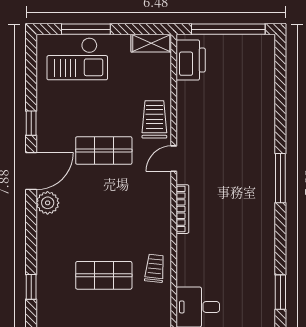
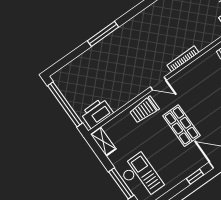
window: (280, 178) -> (103, 34), moved

